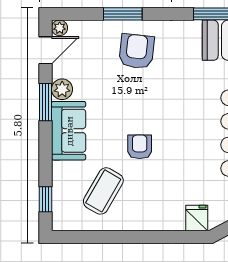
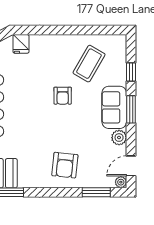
window: (123, 14) -> (96, 192), moved
window: (46, 102) -> (131, 109), moved
window: (46, 199) -> (131, 72), moved

